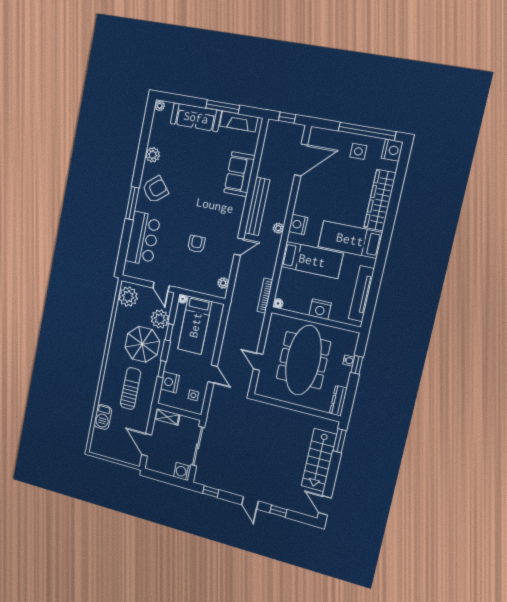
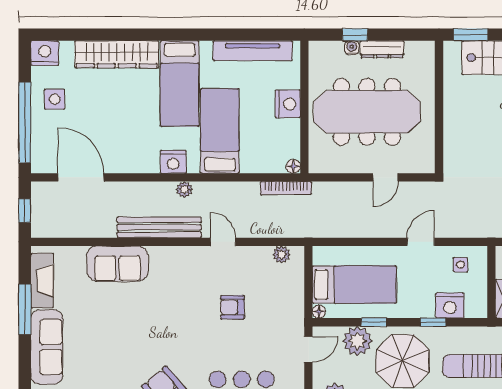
window: (367, 131) -> (25, 122), moved
dresser: (338, 401) -> (382, 49), moved

